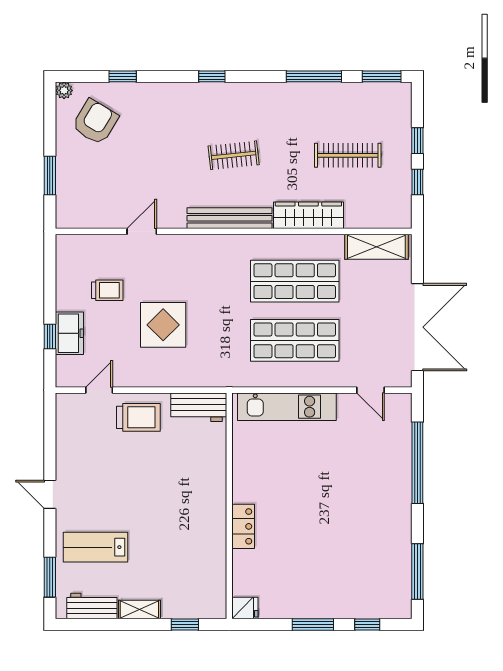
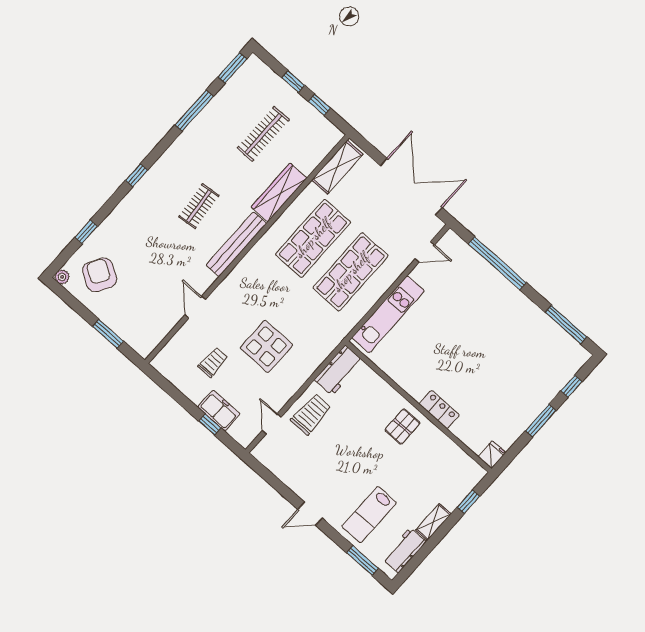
pallet: (199, 507) -> (402, 427), added

